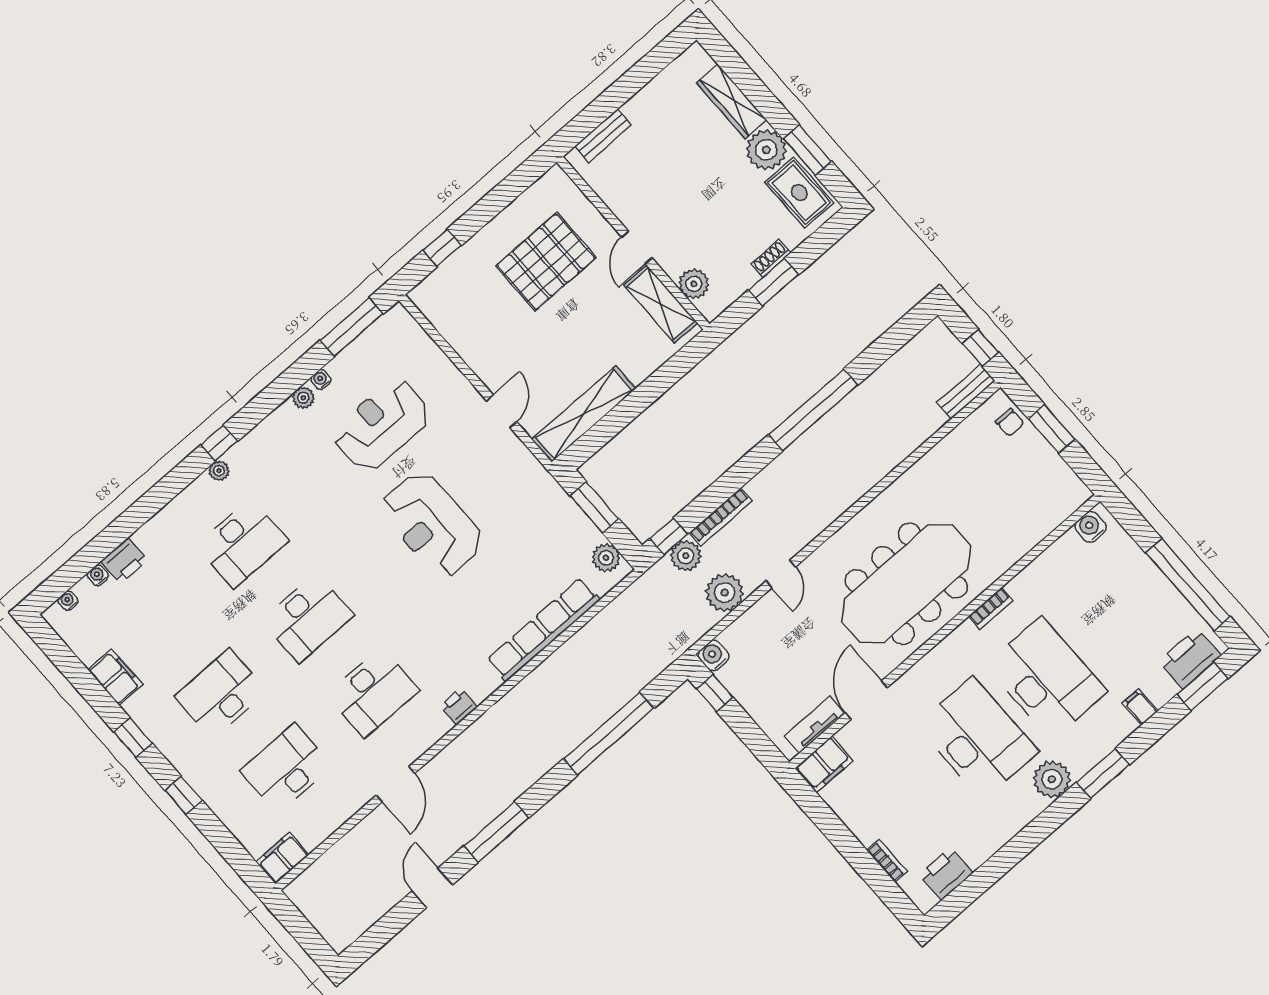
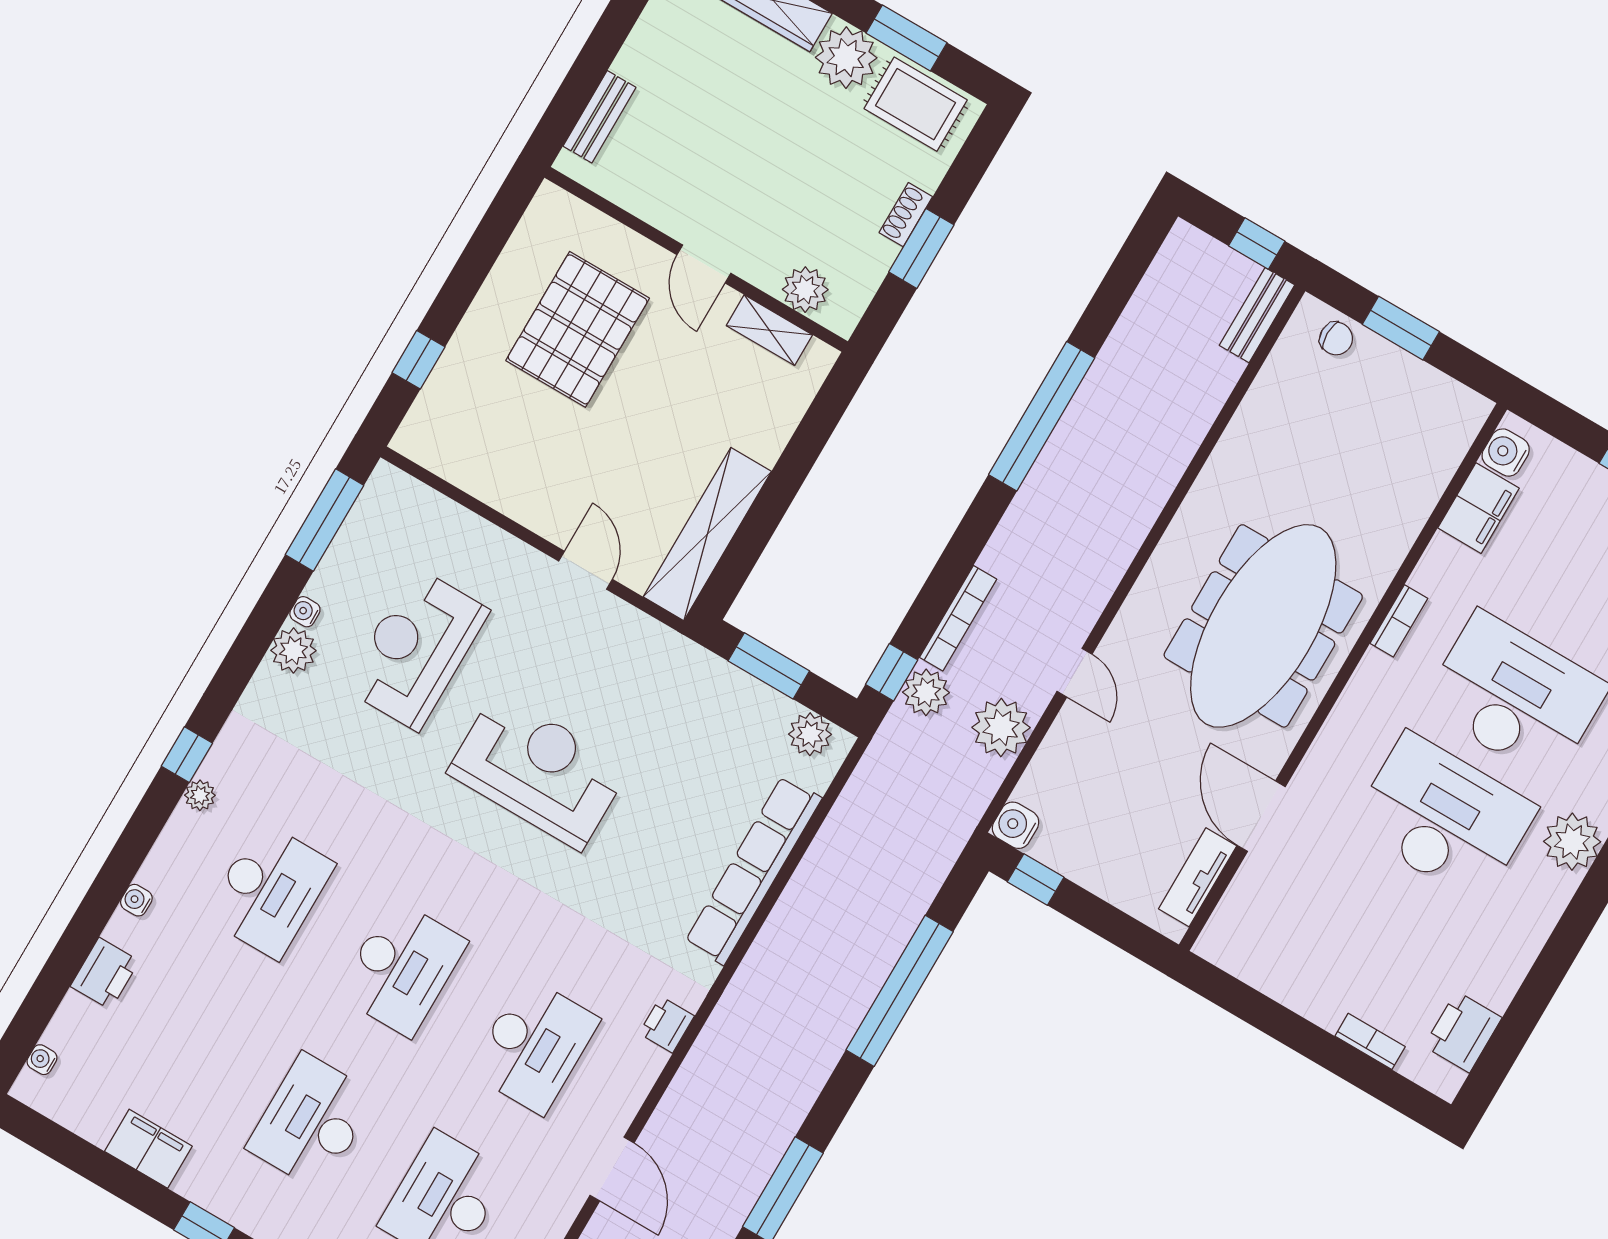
shelving: (661, 304) -> (769, 330), width x0.67, depth x0.75
plant: (303, 398) -> (293, 650), width x1.38, depth x1.38
reception desk: (432, 524) -> (538, 770), turned 180
water cooler: (98, 575) -> (136, 900), moved
filing cabinet: (824, 764) -> (1478, 508), moved

